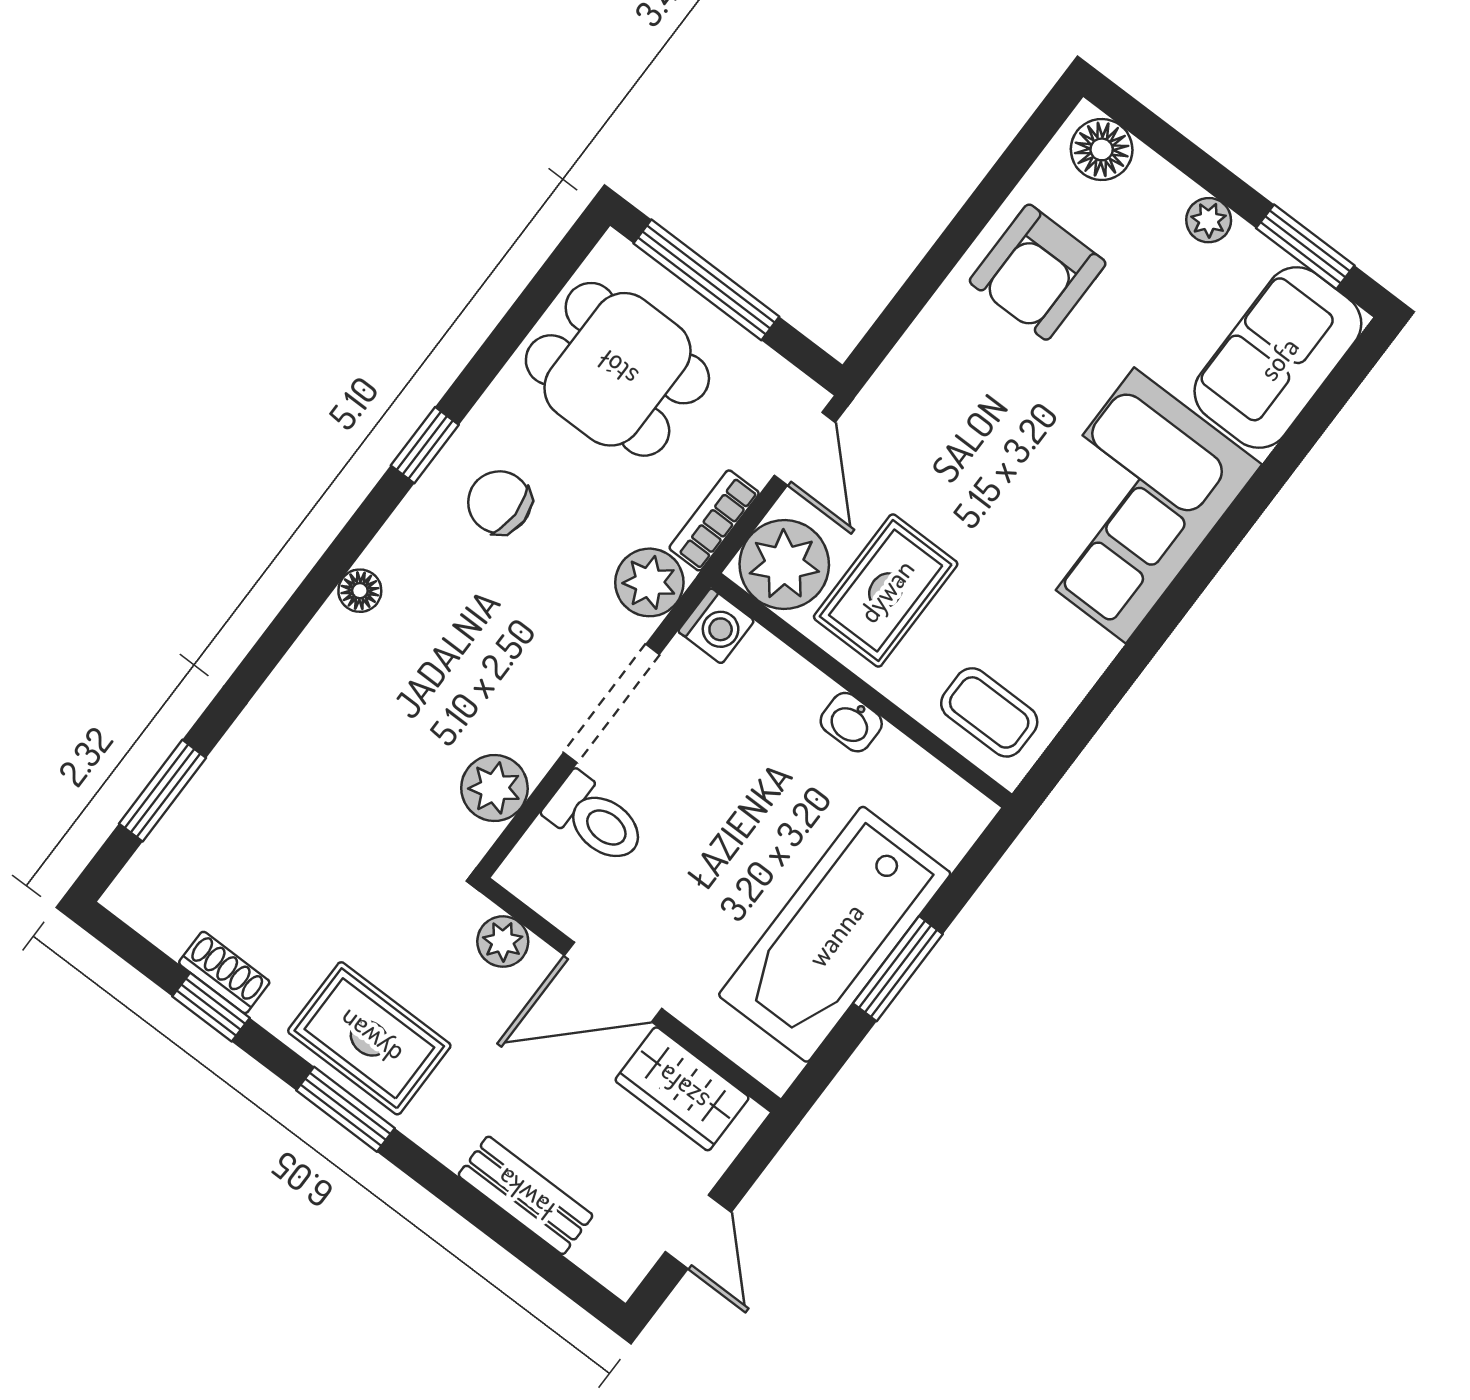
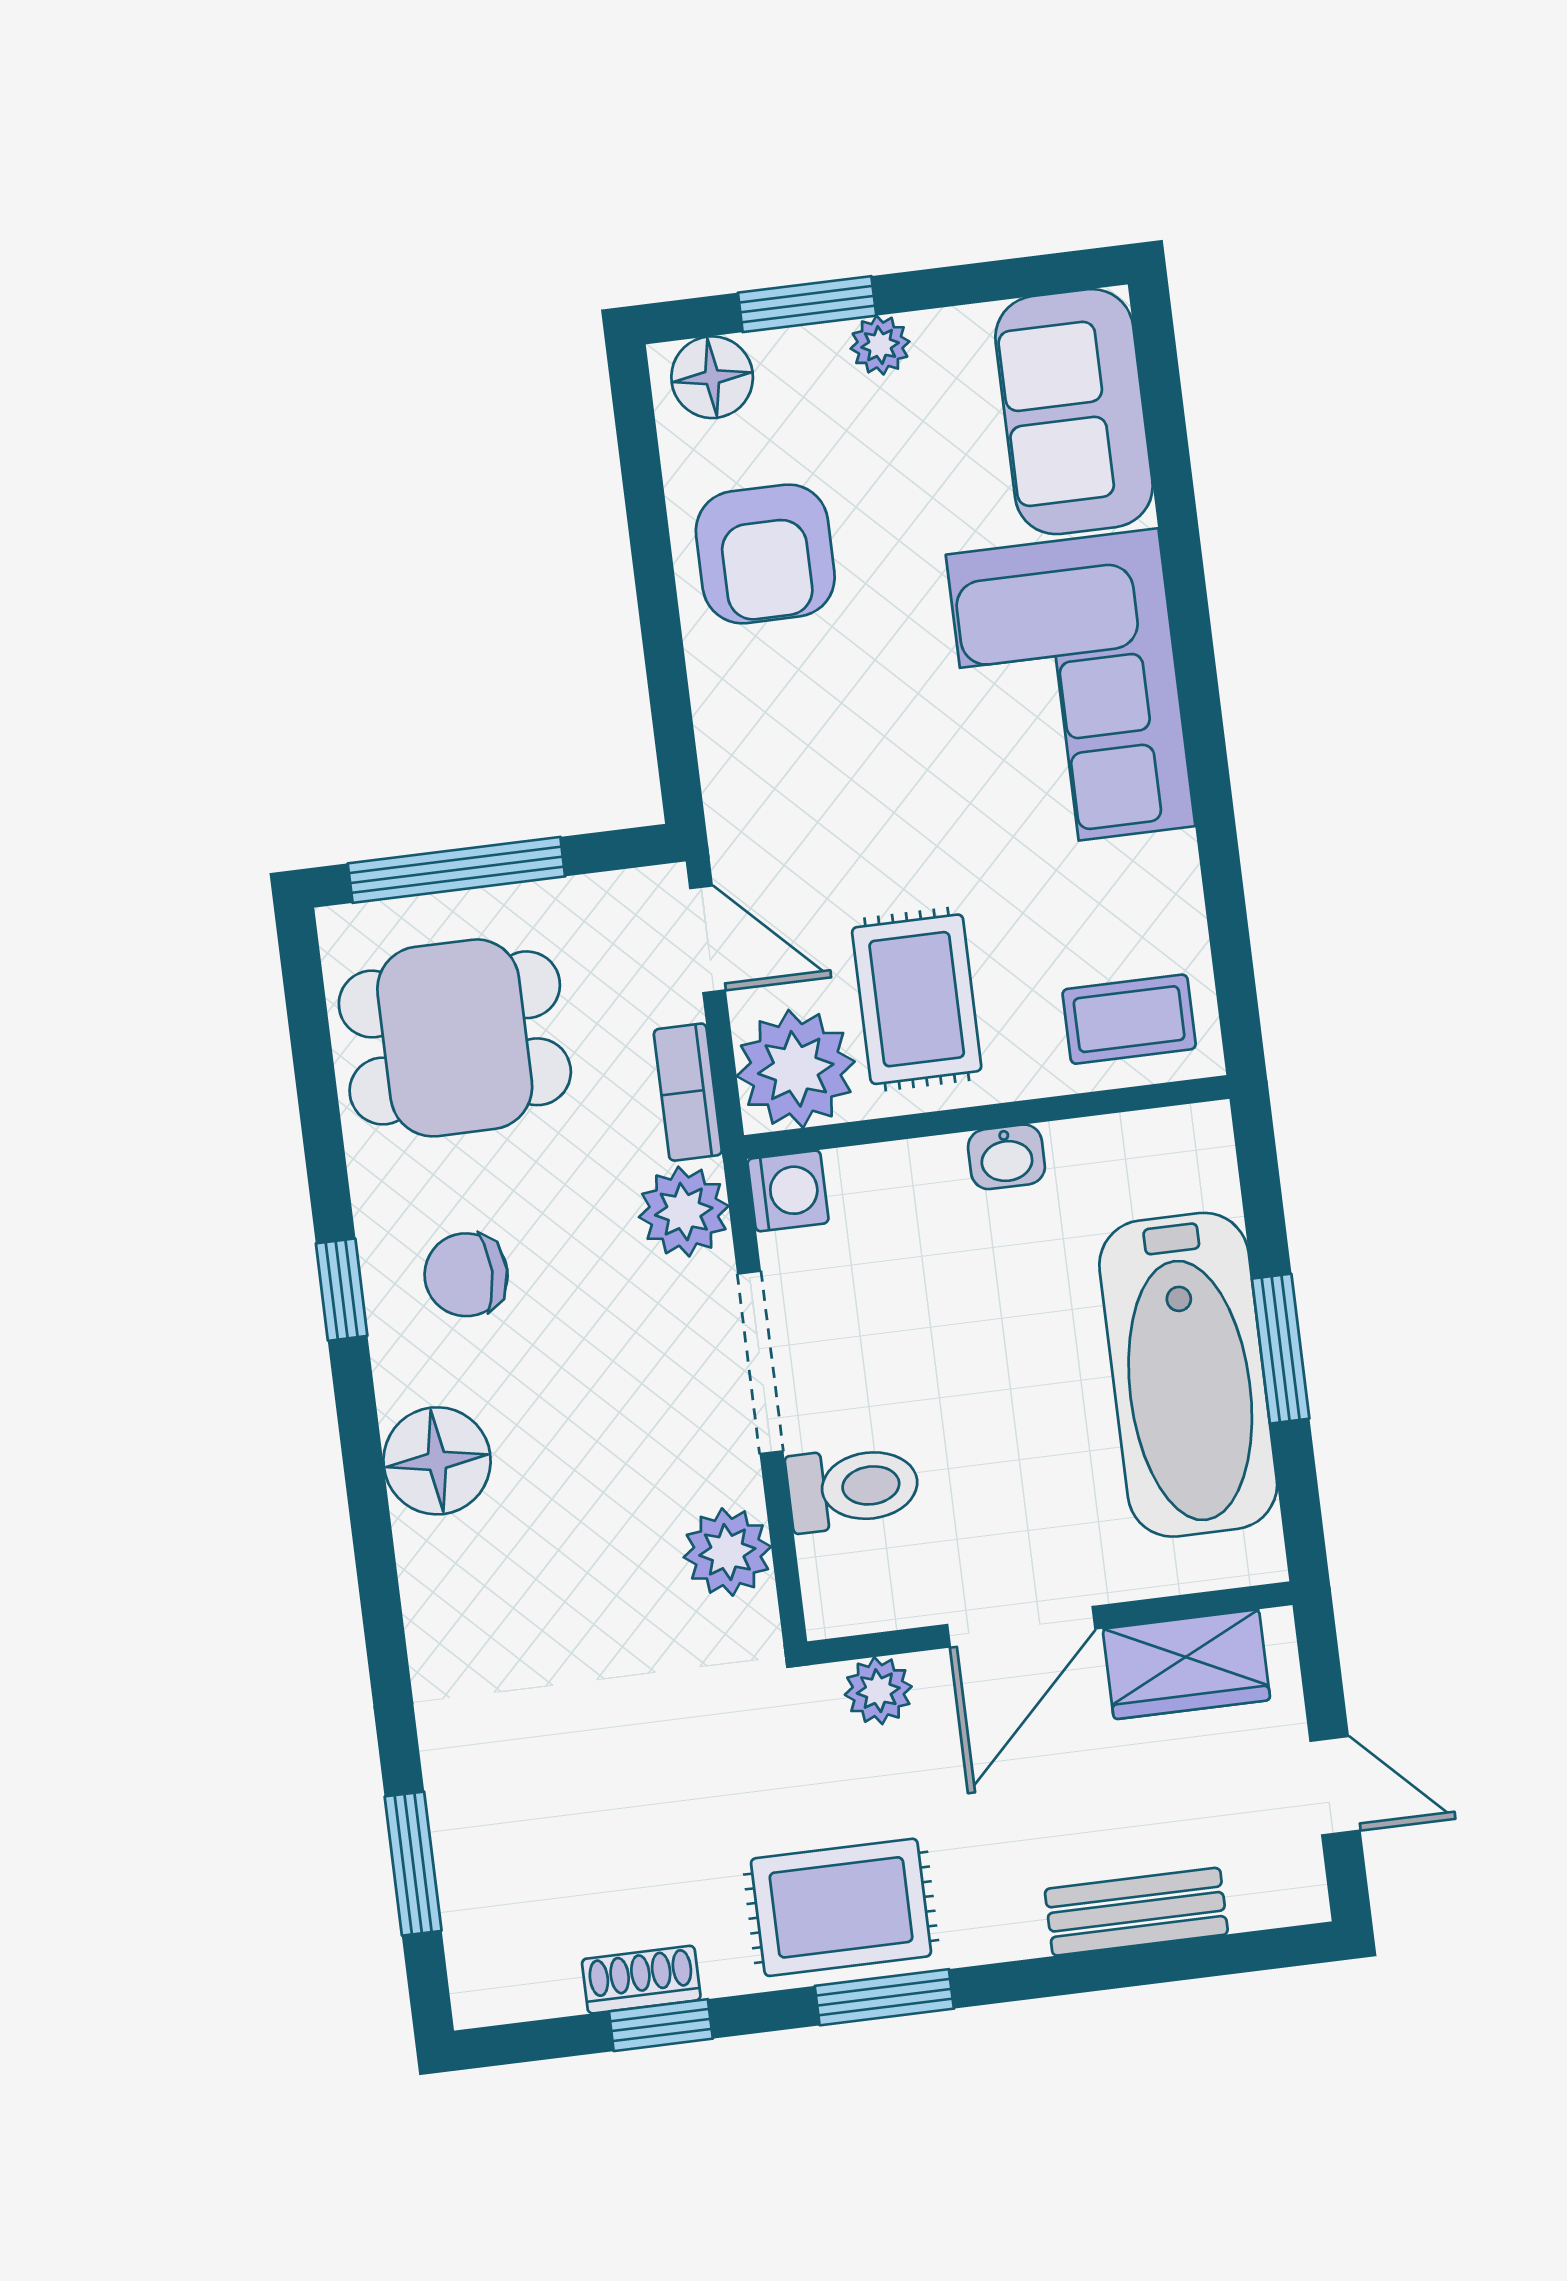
window: (1305, 247) -> (807, 304), moved
floor lamp: (360, 591) -> (437, 1461), width x1.89, depth x1.89

